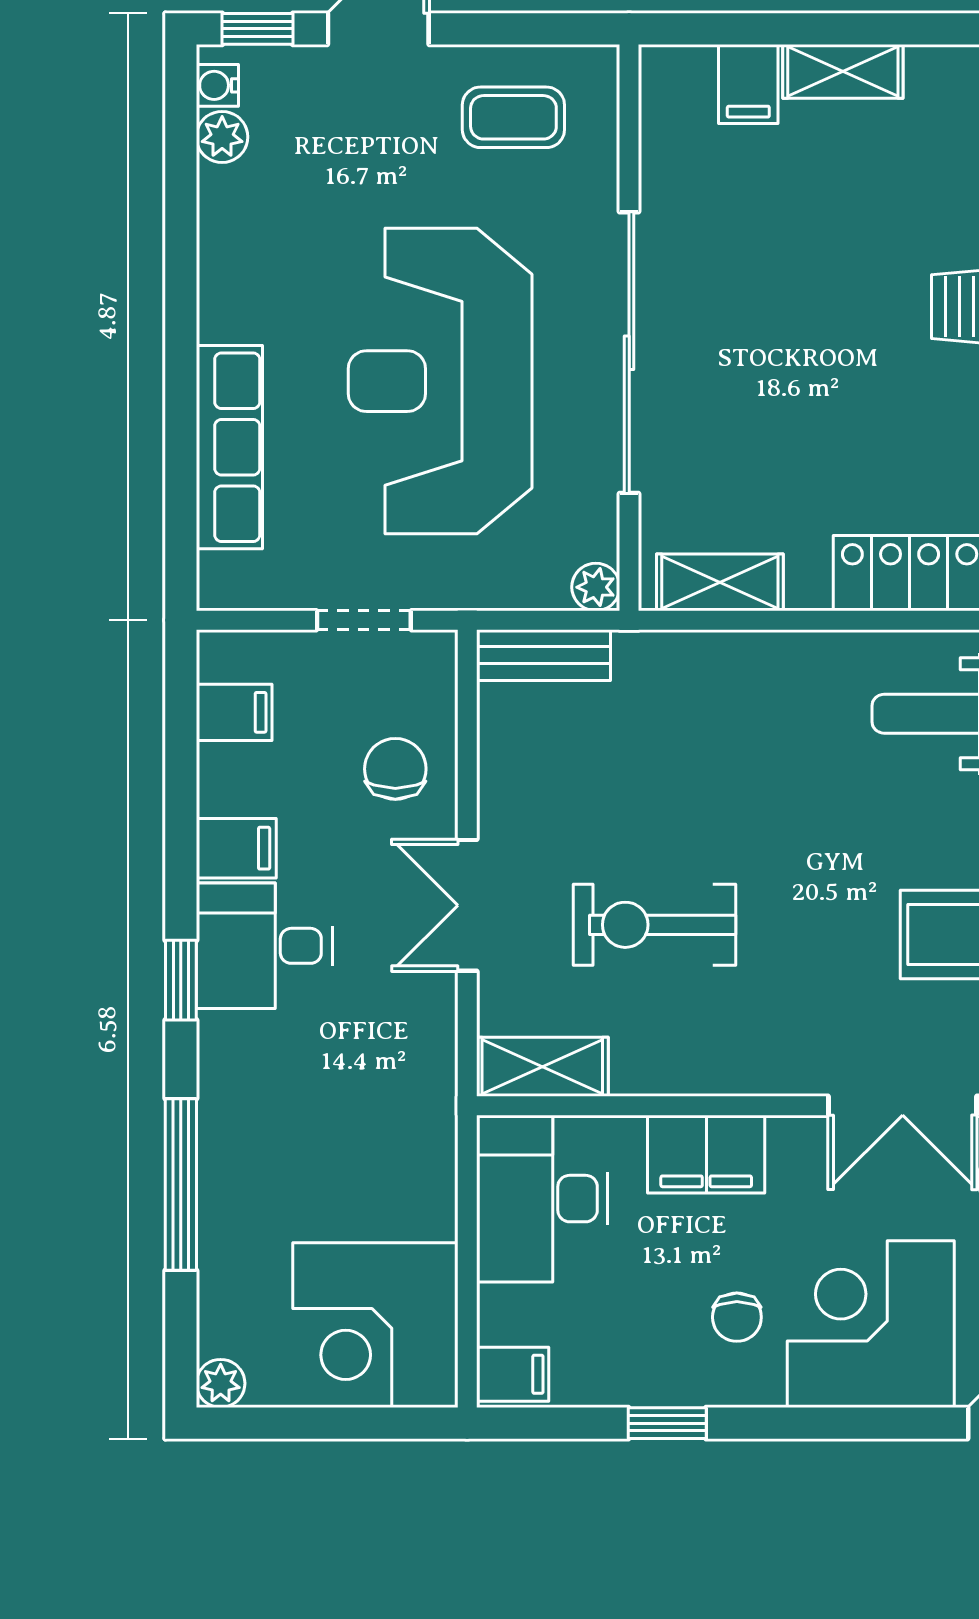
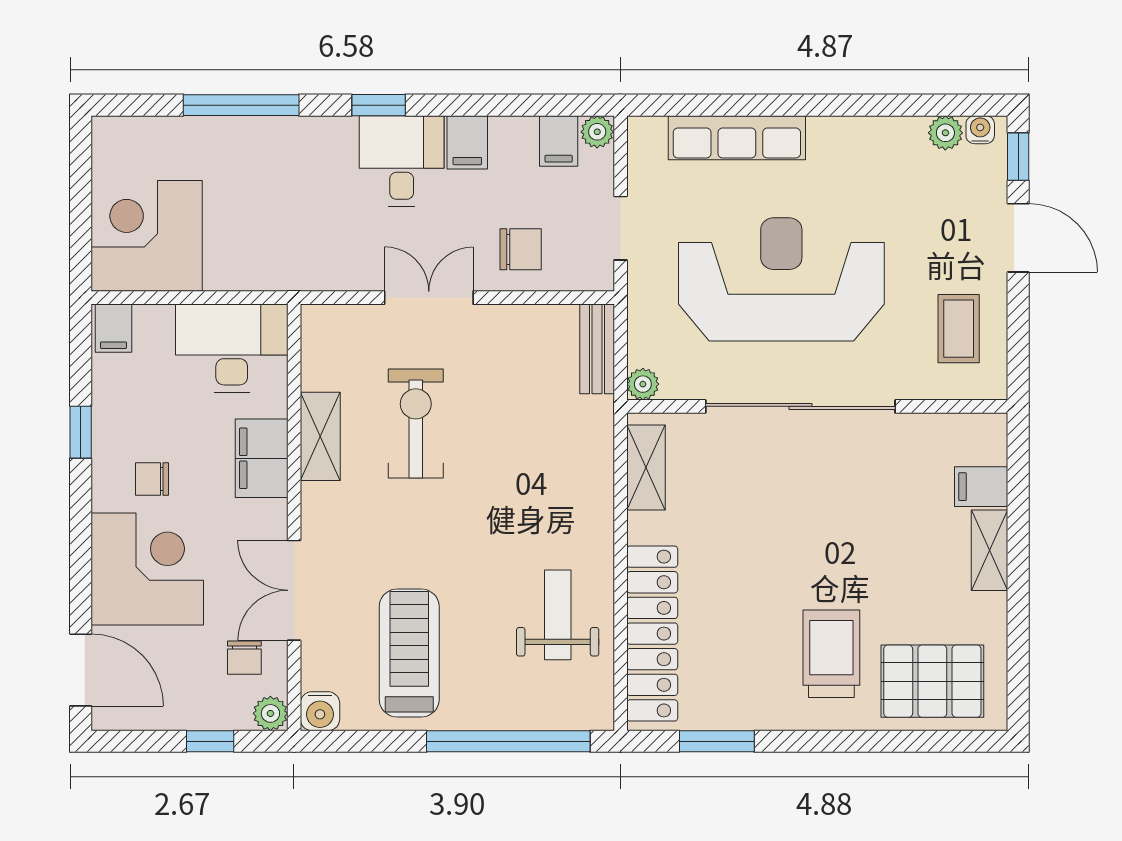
shelving: (542, 1067) -> (320, 436), moved
plant: (221, 1383) -> (597, 132), moved

